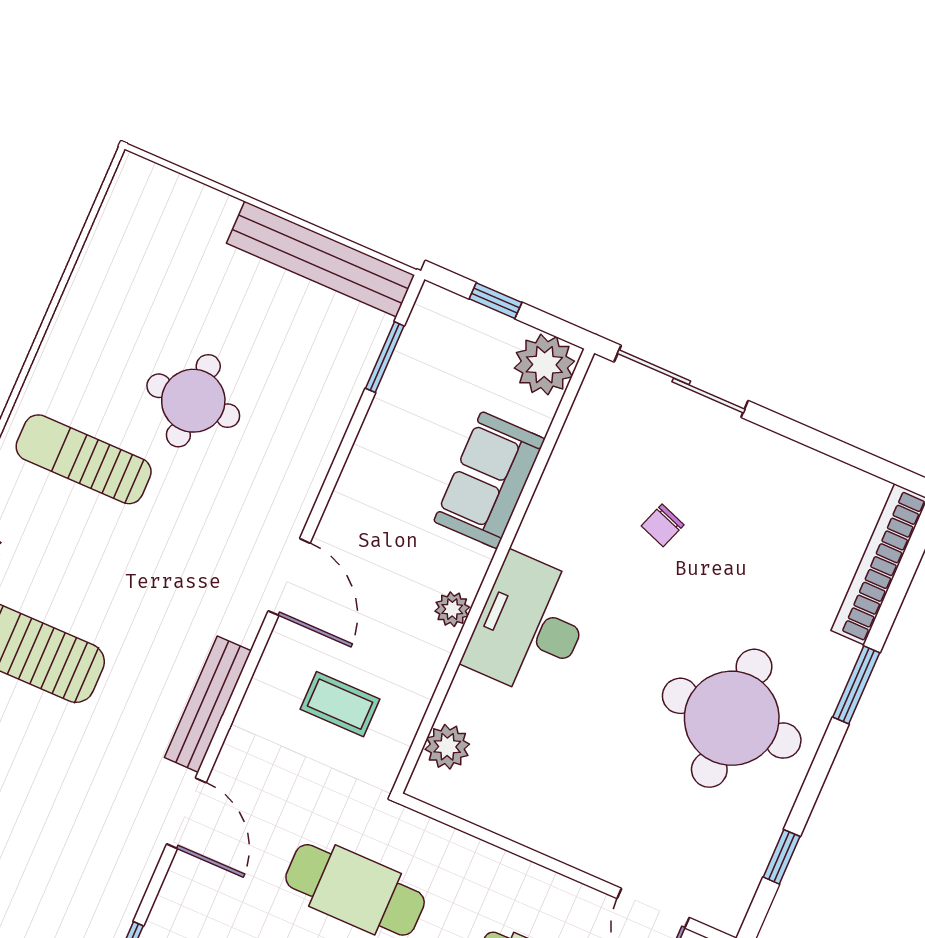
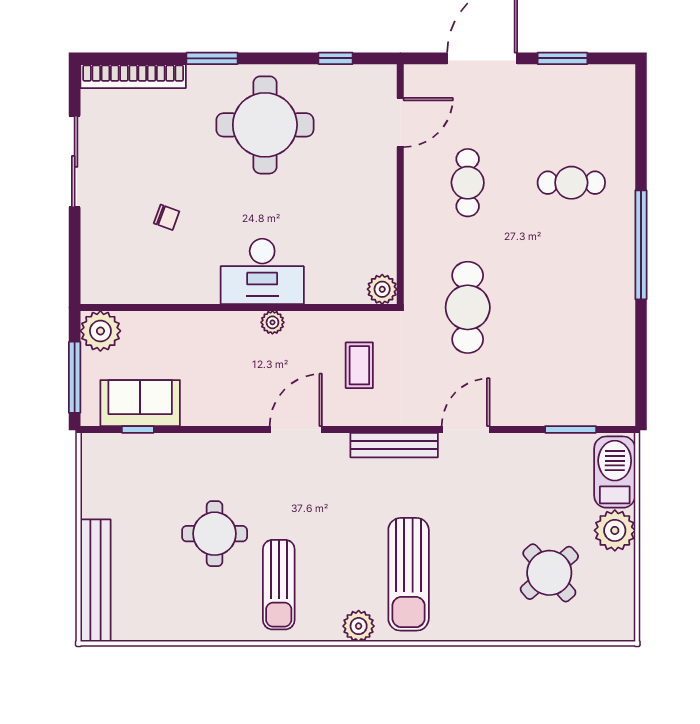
bench: (321, 259) -> (96, 581), moved
window: (495, 301) -> (75, 377), width x2.17
window: (385, 357) -> (138, 429), width x0.67
sliding door: (681, 381) -> (75, 161), moved
sofa: (489, 480) -> (140, 403), moved, turned 180
plant: (447, 747) -> (382, 289), moved

